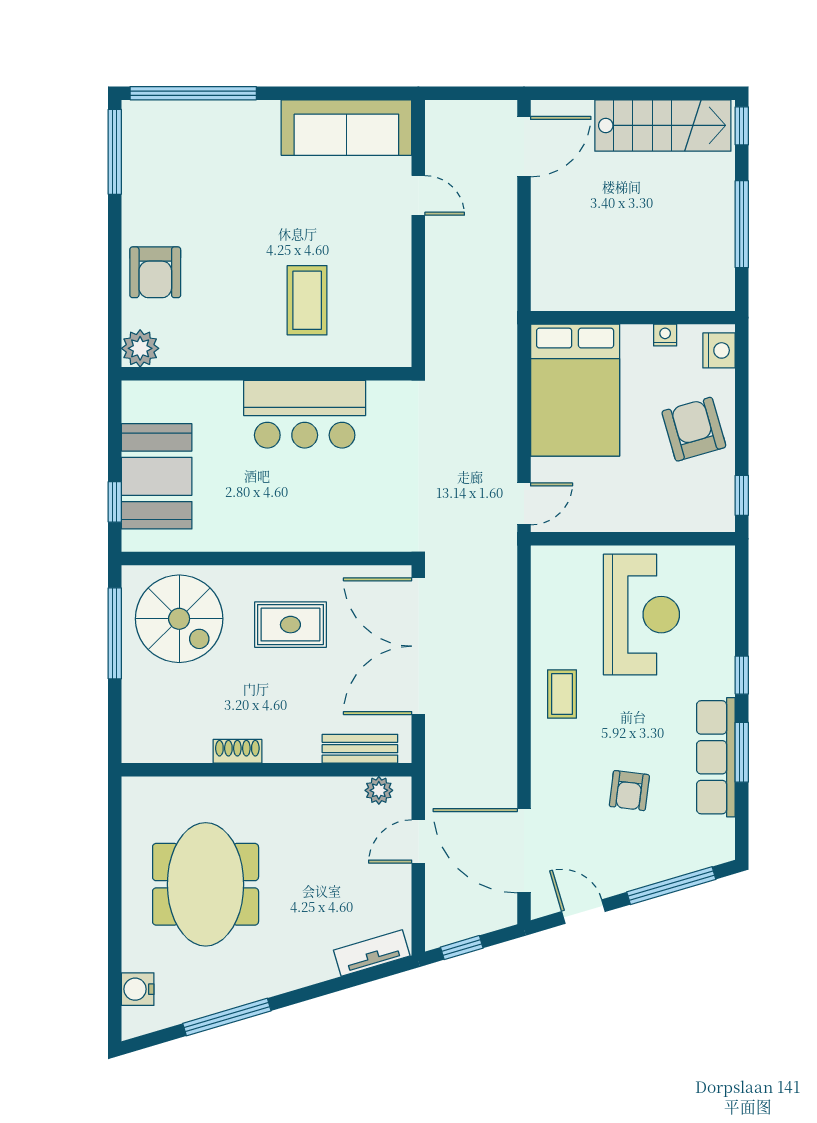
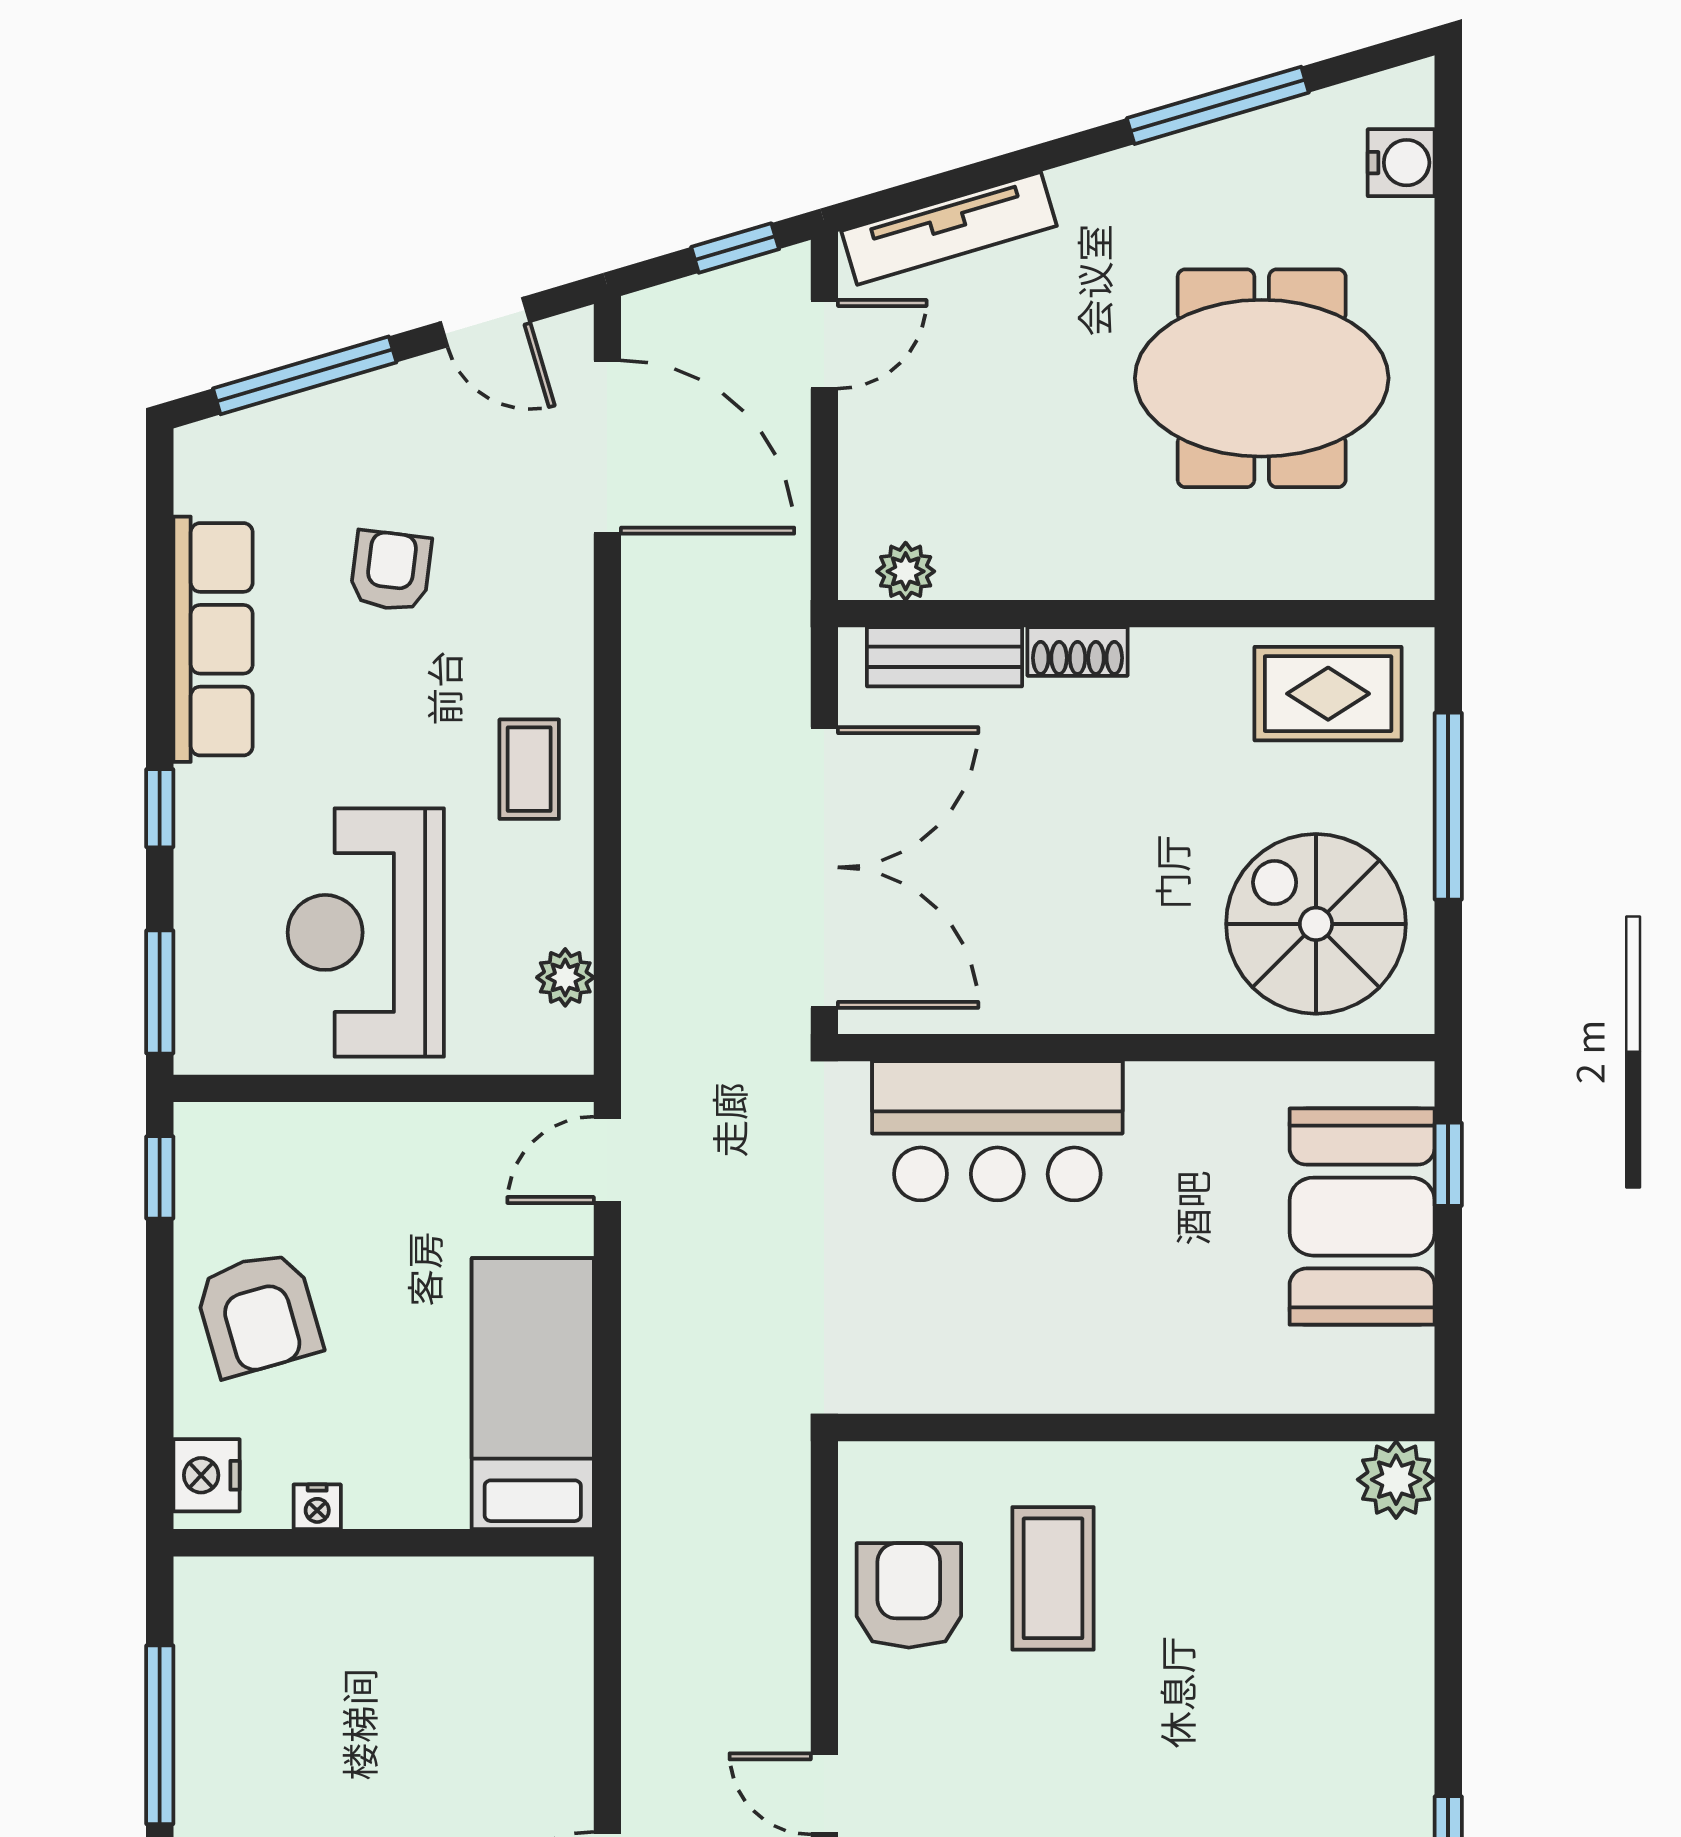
armchair: (155, 272) -> (909, 1595), moved
bed: (575, 390) -> (533, 1394), width x0.67
bar counter: (305, 414) -> (997, 1131), moved, turned 180
plant: (544, 593) -> (565, 977), added
rug: (290, 625) -> (1328, 694), moved
window: (115, 633) -> (1448, 806), moved
shoe rack: (237, 751) -> (1078, 652), moved
window: (742, 752) -> (160, 992), moved
door: (418, 841) -> (824, 344), moved
meeting table: (206, 884) -> (1262, 378), turned 90
tv unit: (372, 953) -> (949, 228), width x1.41

